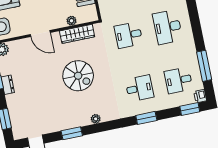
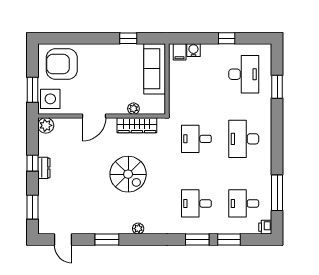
door: (40, 33) -> (94, 116), hinge flipped
desk: (139, 88) -> (196, 203), turned 180
window: (190, 109) -> (229, 240), moved

